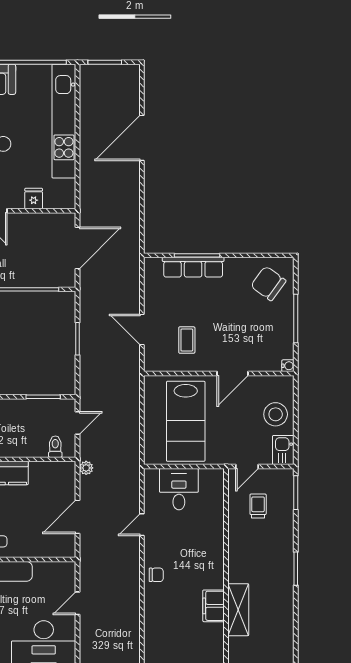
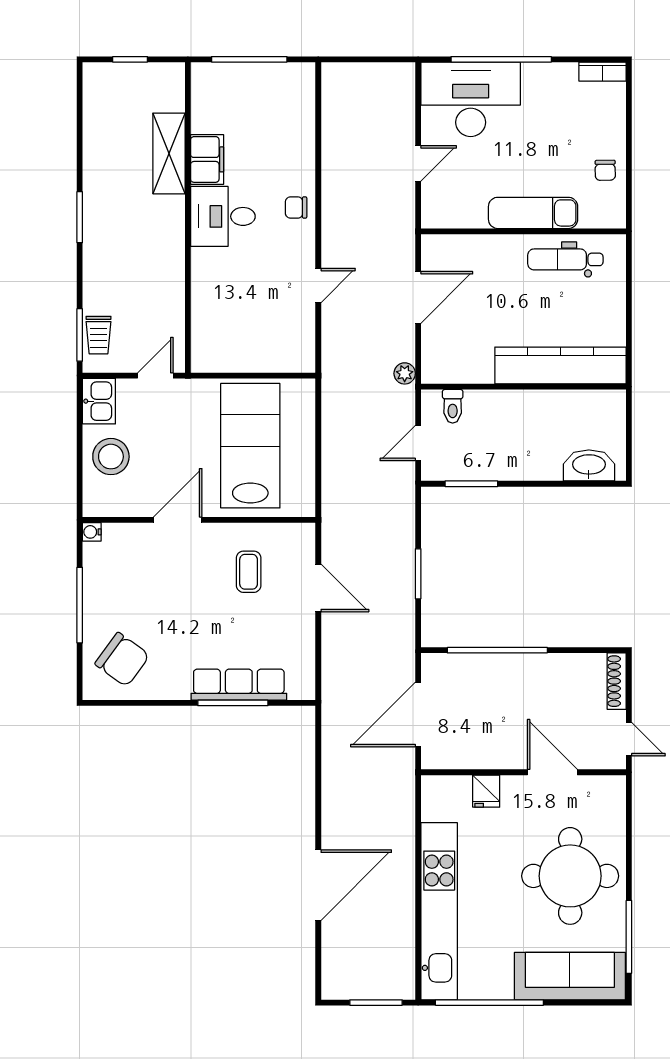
desk: (179, 489) -> (223, 216), moved, turned 90
trolley: (258, 506) -> (99, 335), moved

